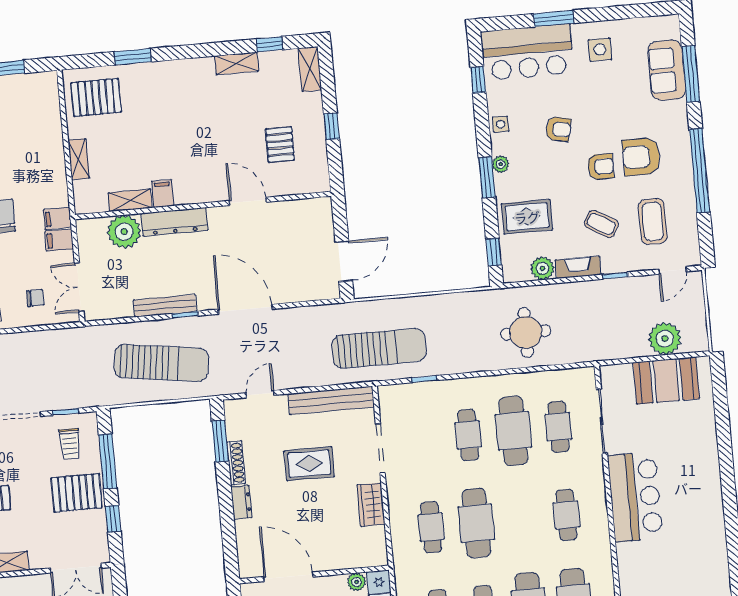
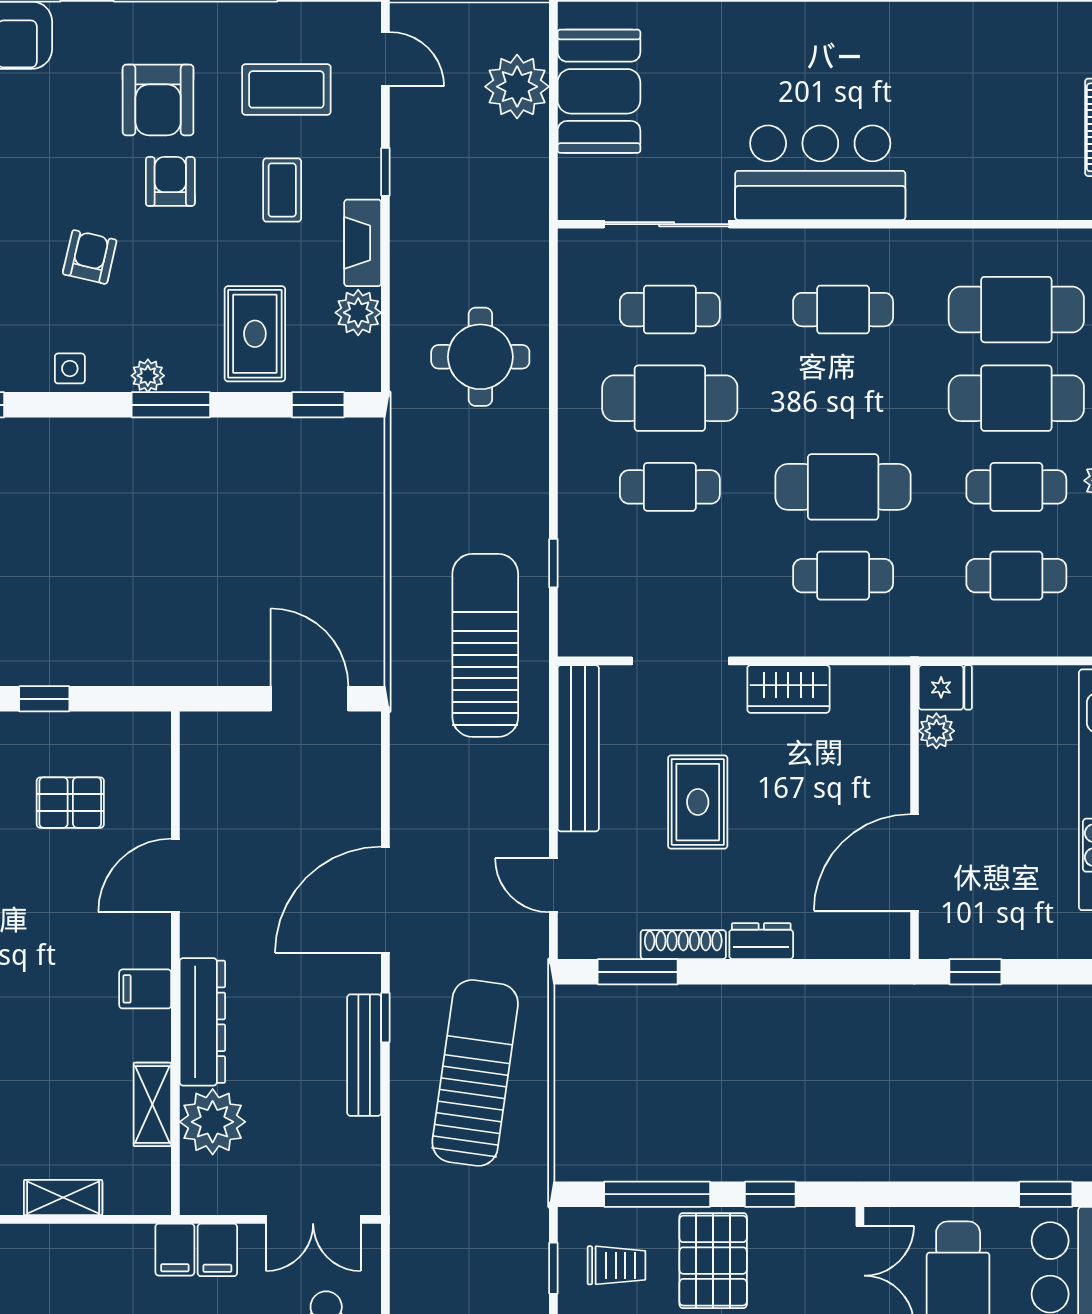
filing cabinet: (163, 194) -> (145, 989), moved
coffee table: (601, 224) -> (282, 190), turned -30

